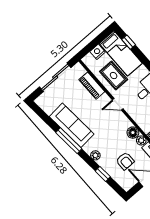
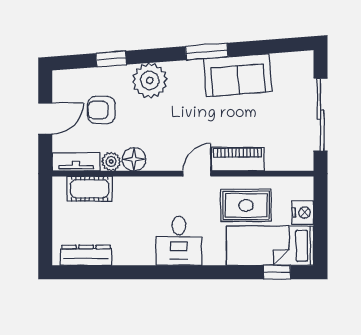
piano: (92, 86) -> (238, 159), moved
sofa: (72, 125) -> (238, 75), width x0.73
window: (69, 141) -> (207, 52), width x0.69
plant: (95, 155) -> (150, 80), width x1.87, depth x1.87

